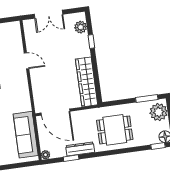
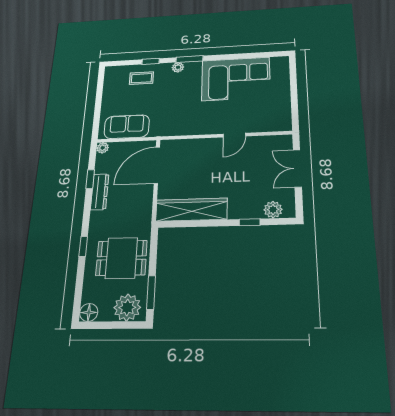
dining table: (115, 130) -> (121, 258), moved, turned 90
sofa: (26, 135) -> (127, 127), width x0.73
window: (158, 146) -> (83, 246), moved

